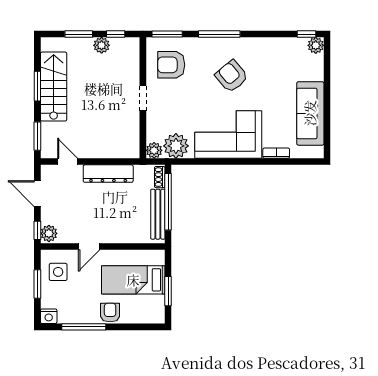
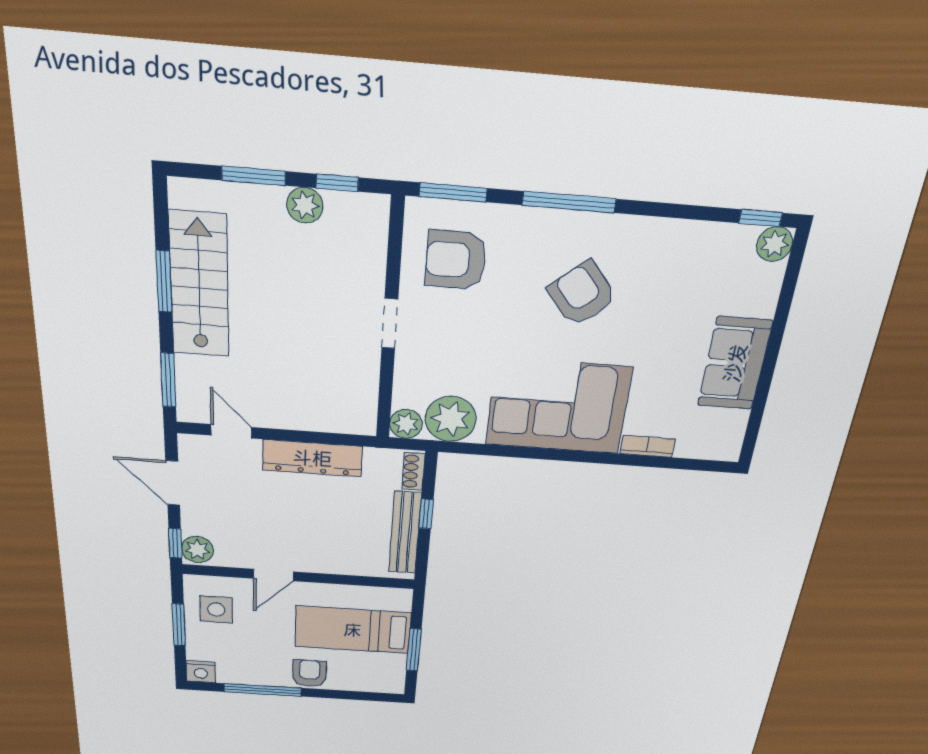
sofa: (310, 113) -> (735, 363), width x0.73
window: (168, 202) -> (426, 514), width x0.32

